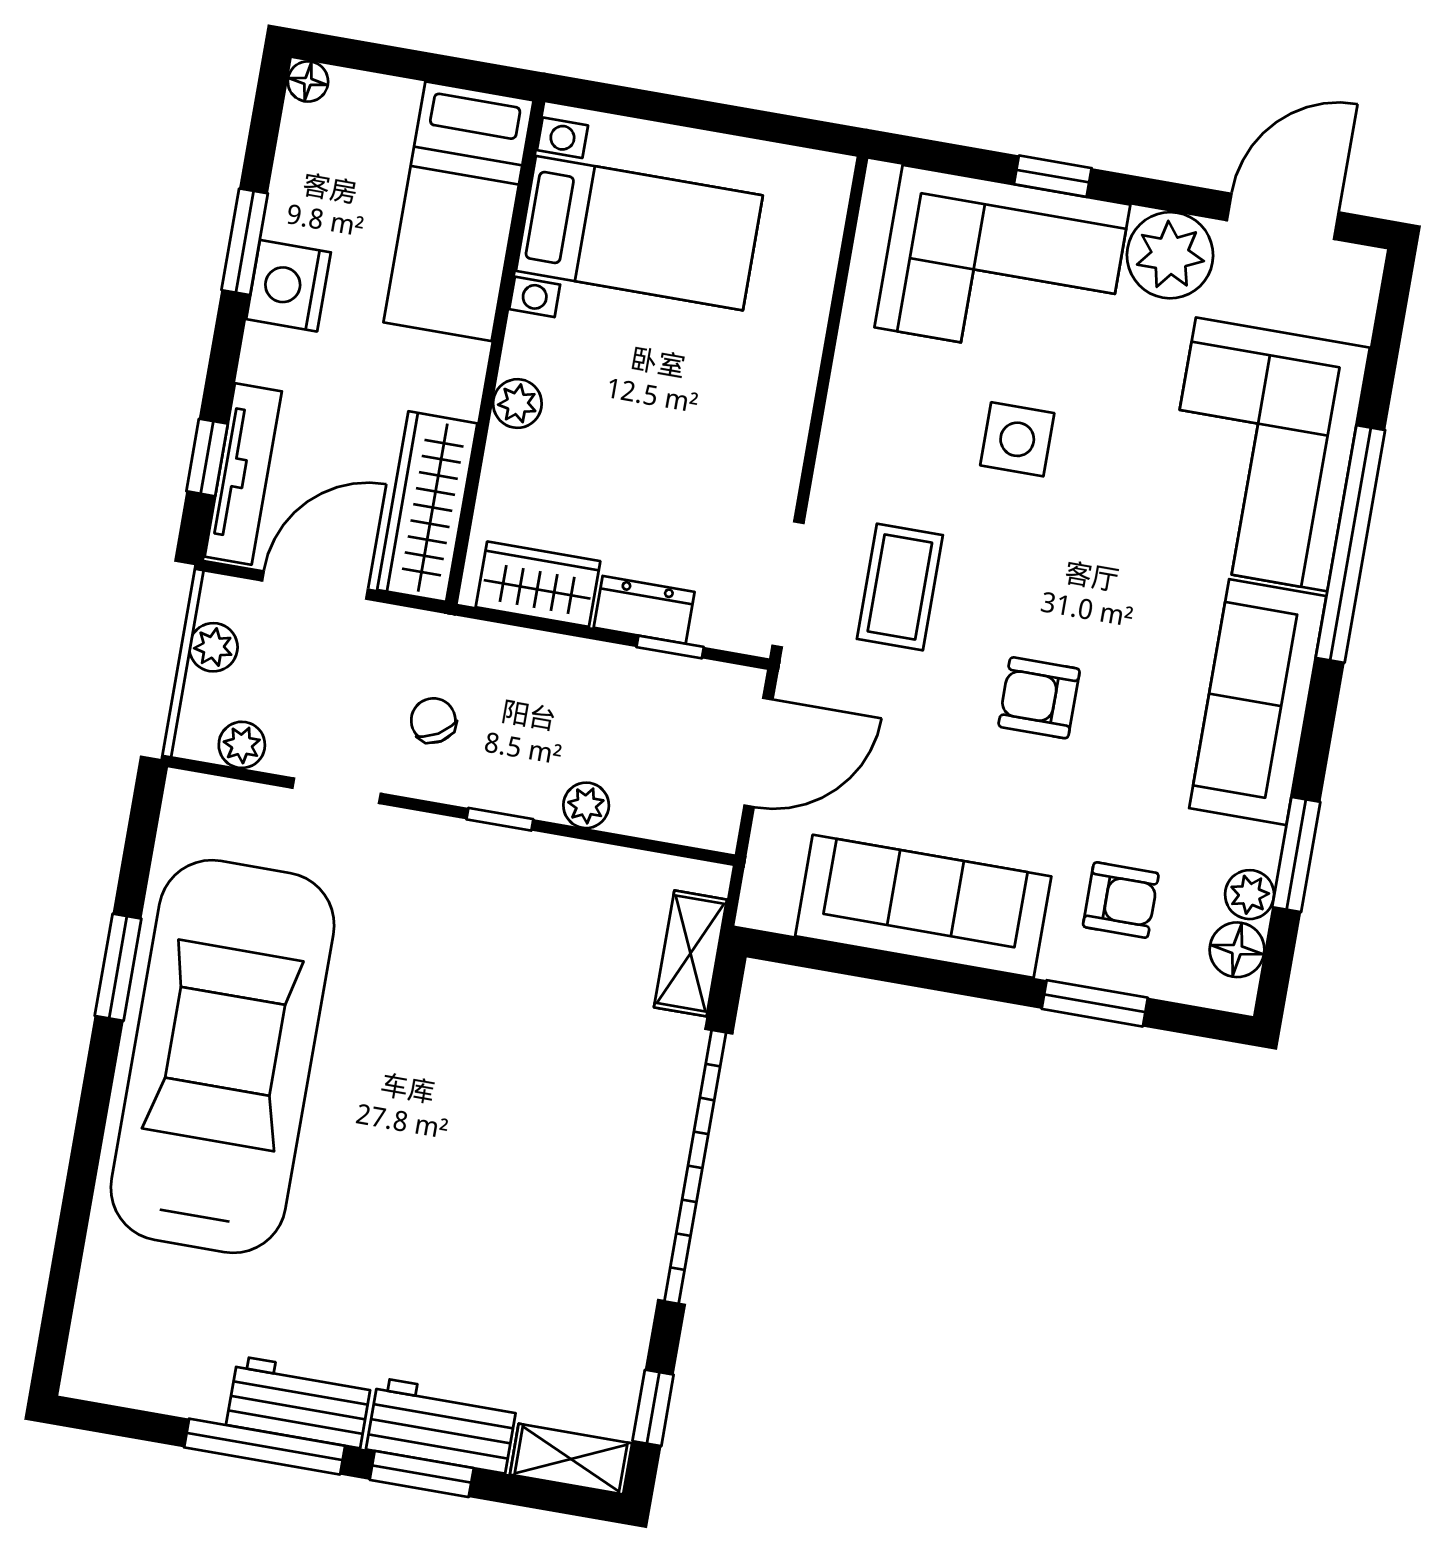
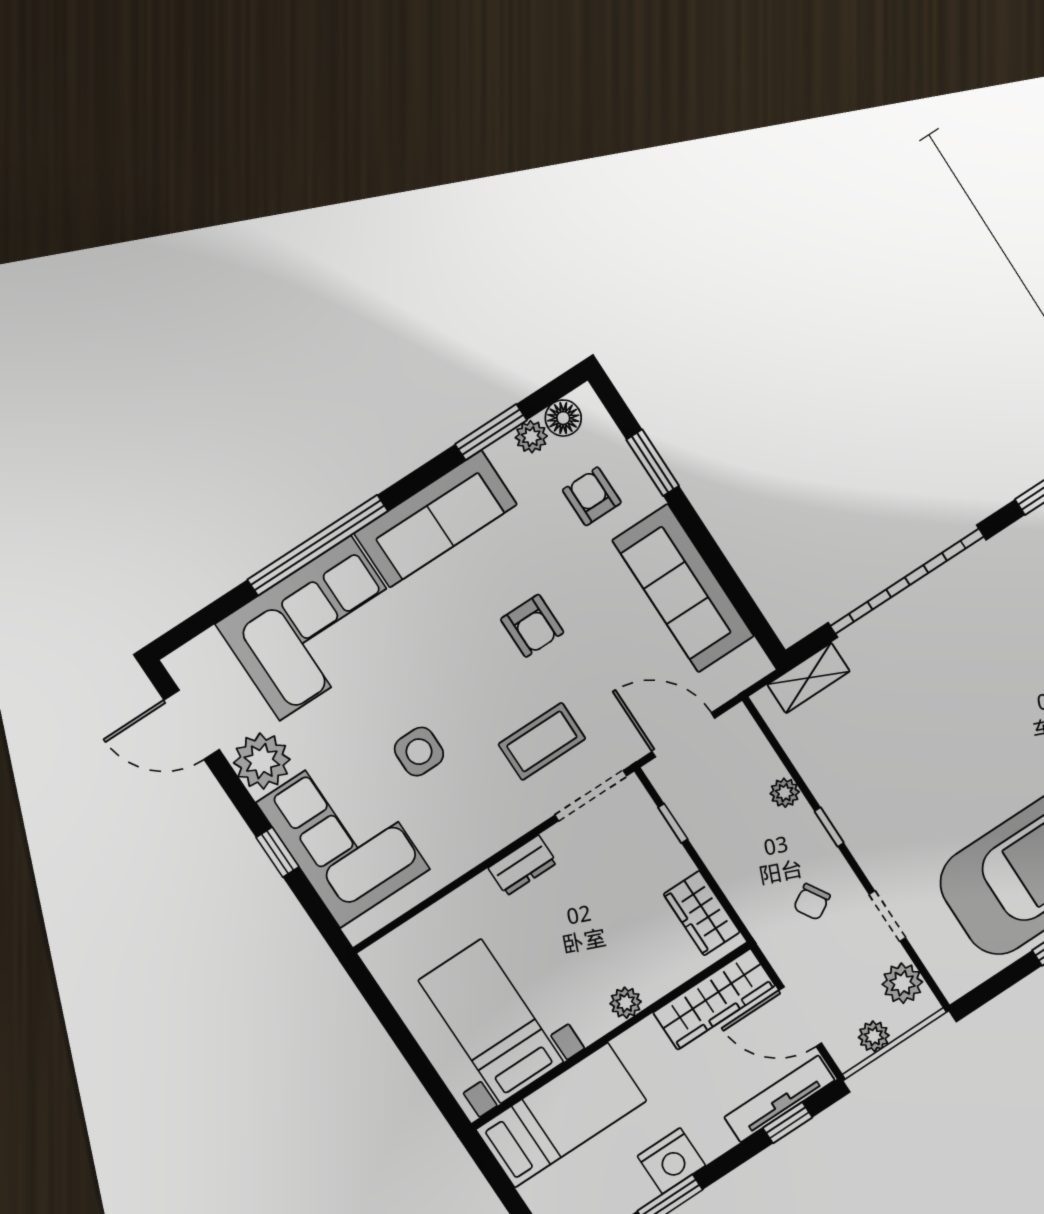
dresser: (644, 610) -> (523, 865), moved, turned -90
plant: (242, 745) -> (902, 983), width x1.38, depth x1.38

